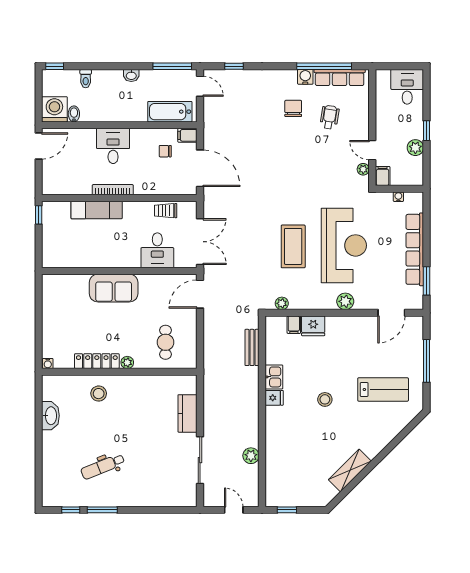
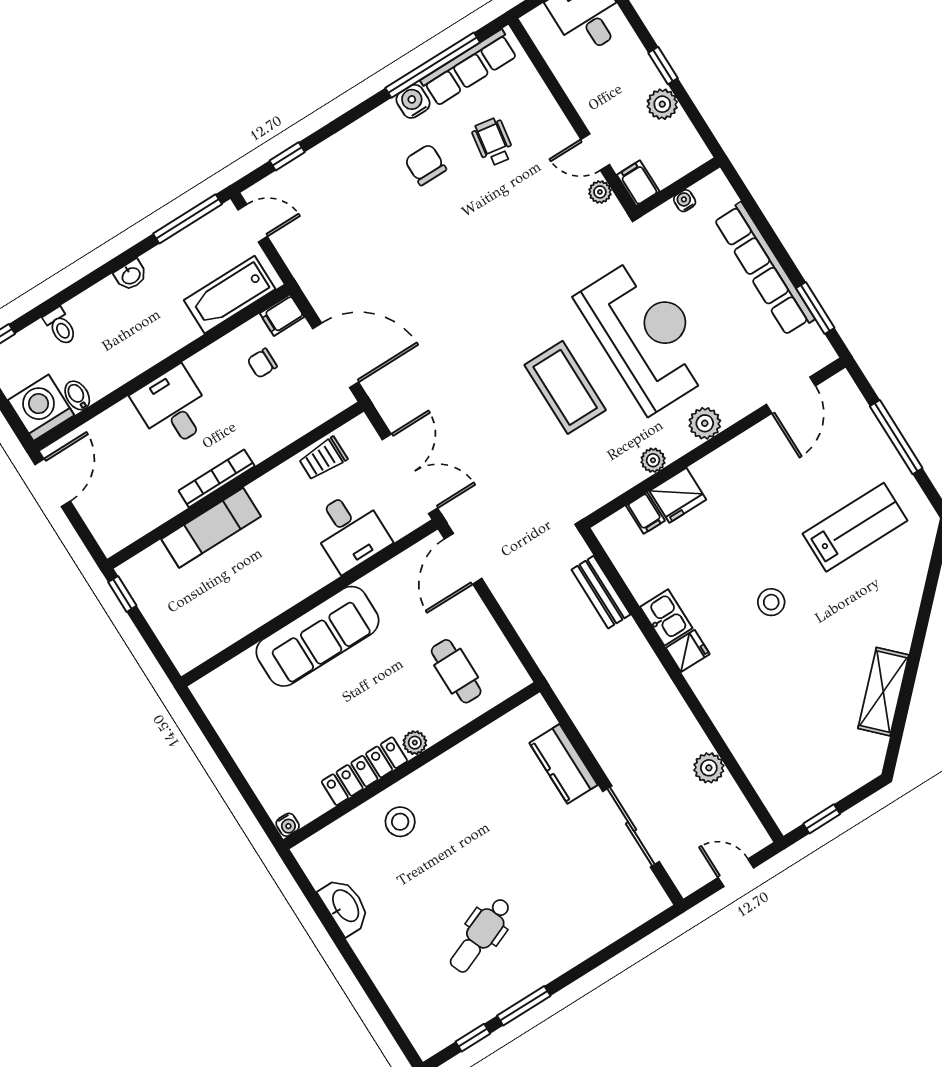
sofa: (114, 288) -> (317, 636), width x1.36
plant: (282, 303) -> (653, 460), moved

